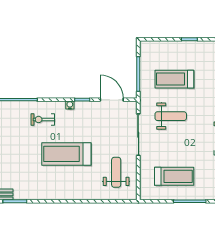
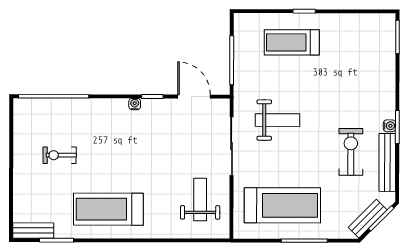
treadmill: (174, 79) -> (292, 42), moved
exercise bike: (43, 119) -> (60, 155), moved
treadmill: (66, 154) -> (108, 209), moved
treadmill: (174, 176) -> (282, 205), width x1.37, depth x1.38

